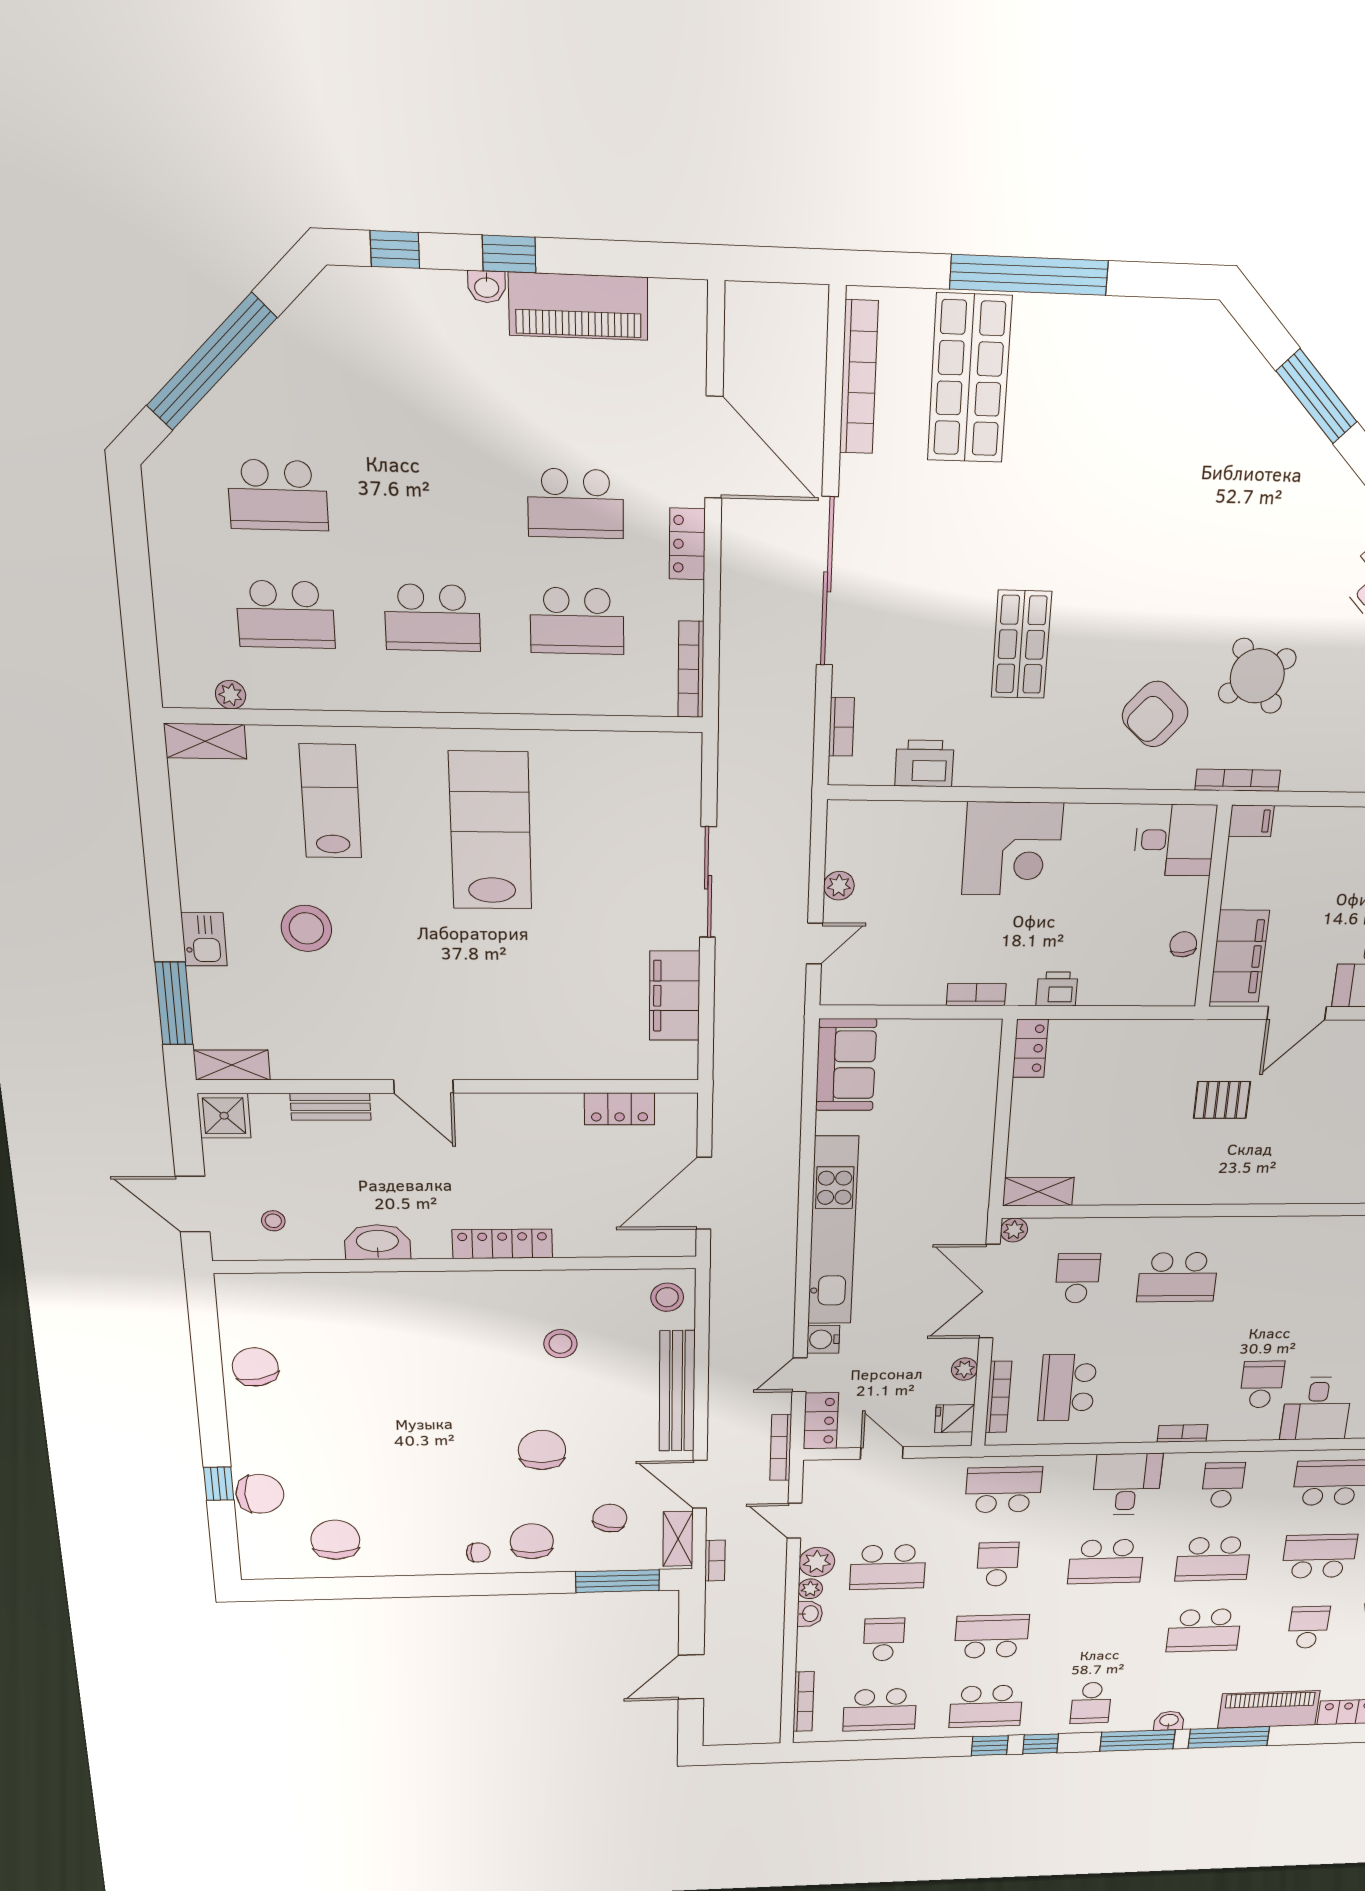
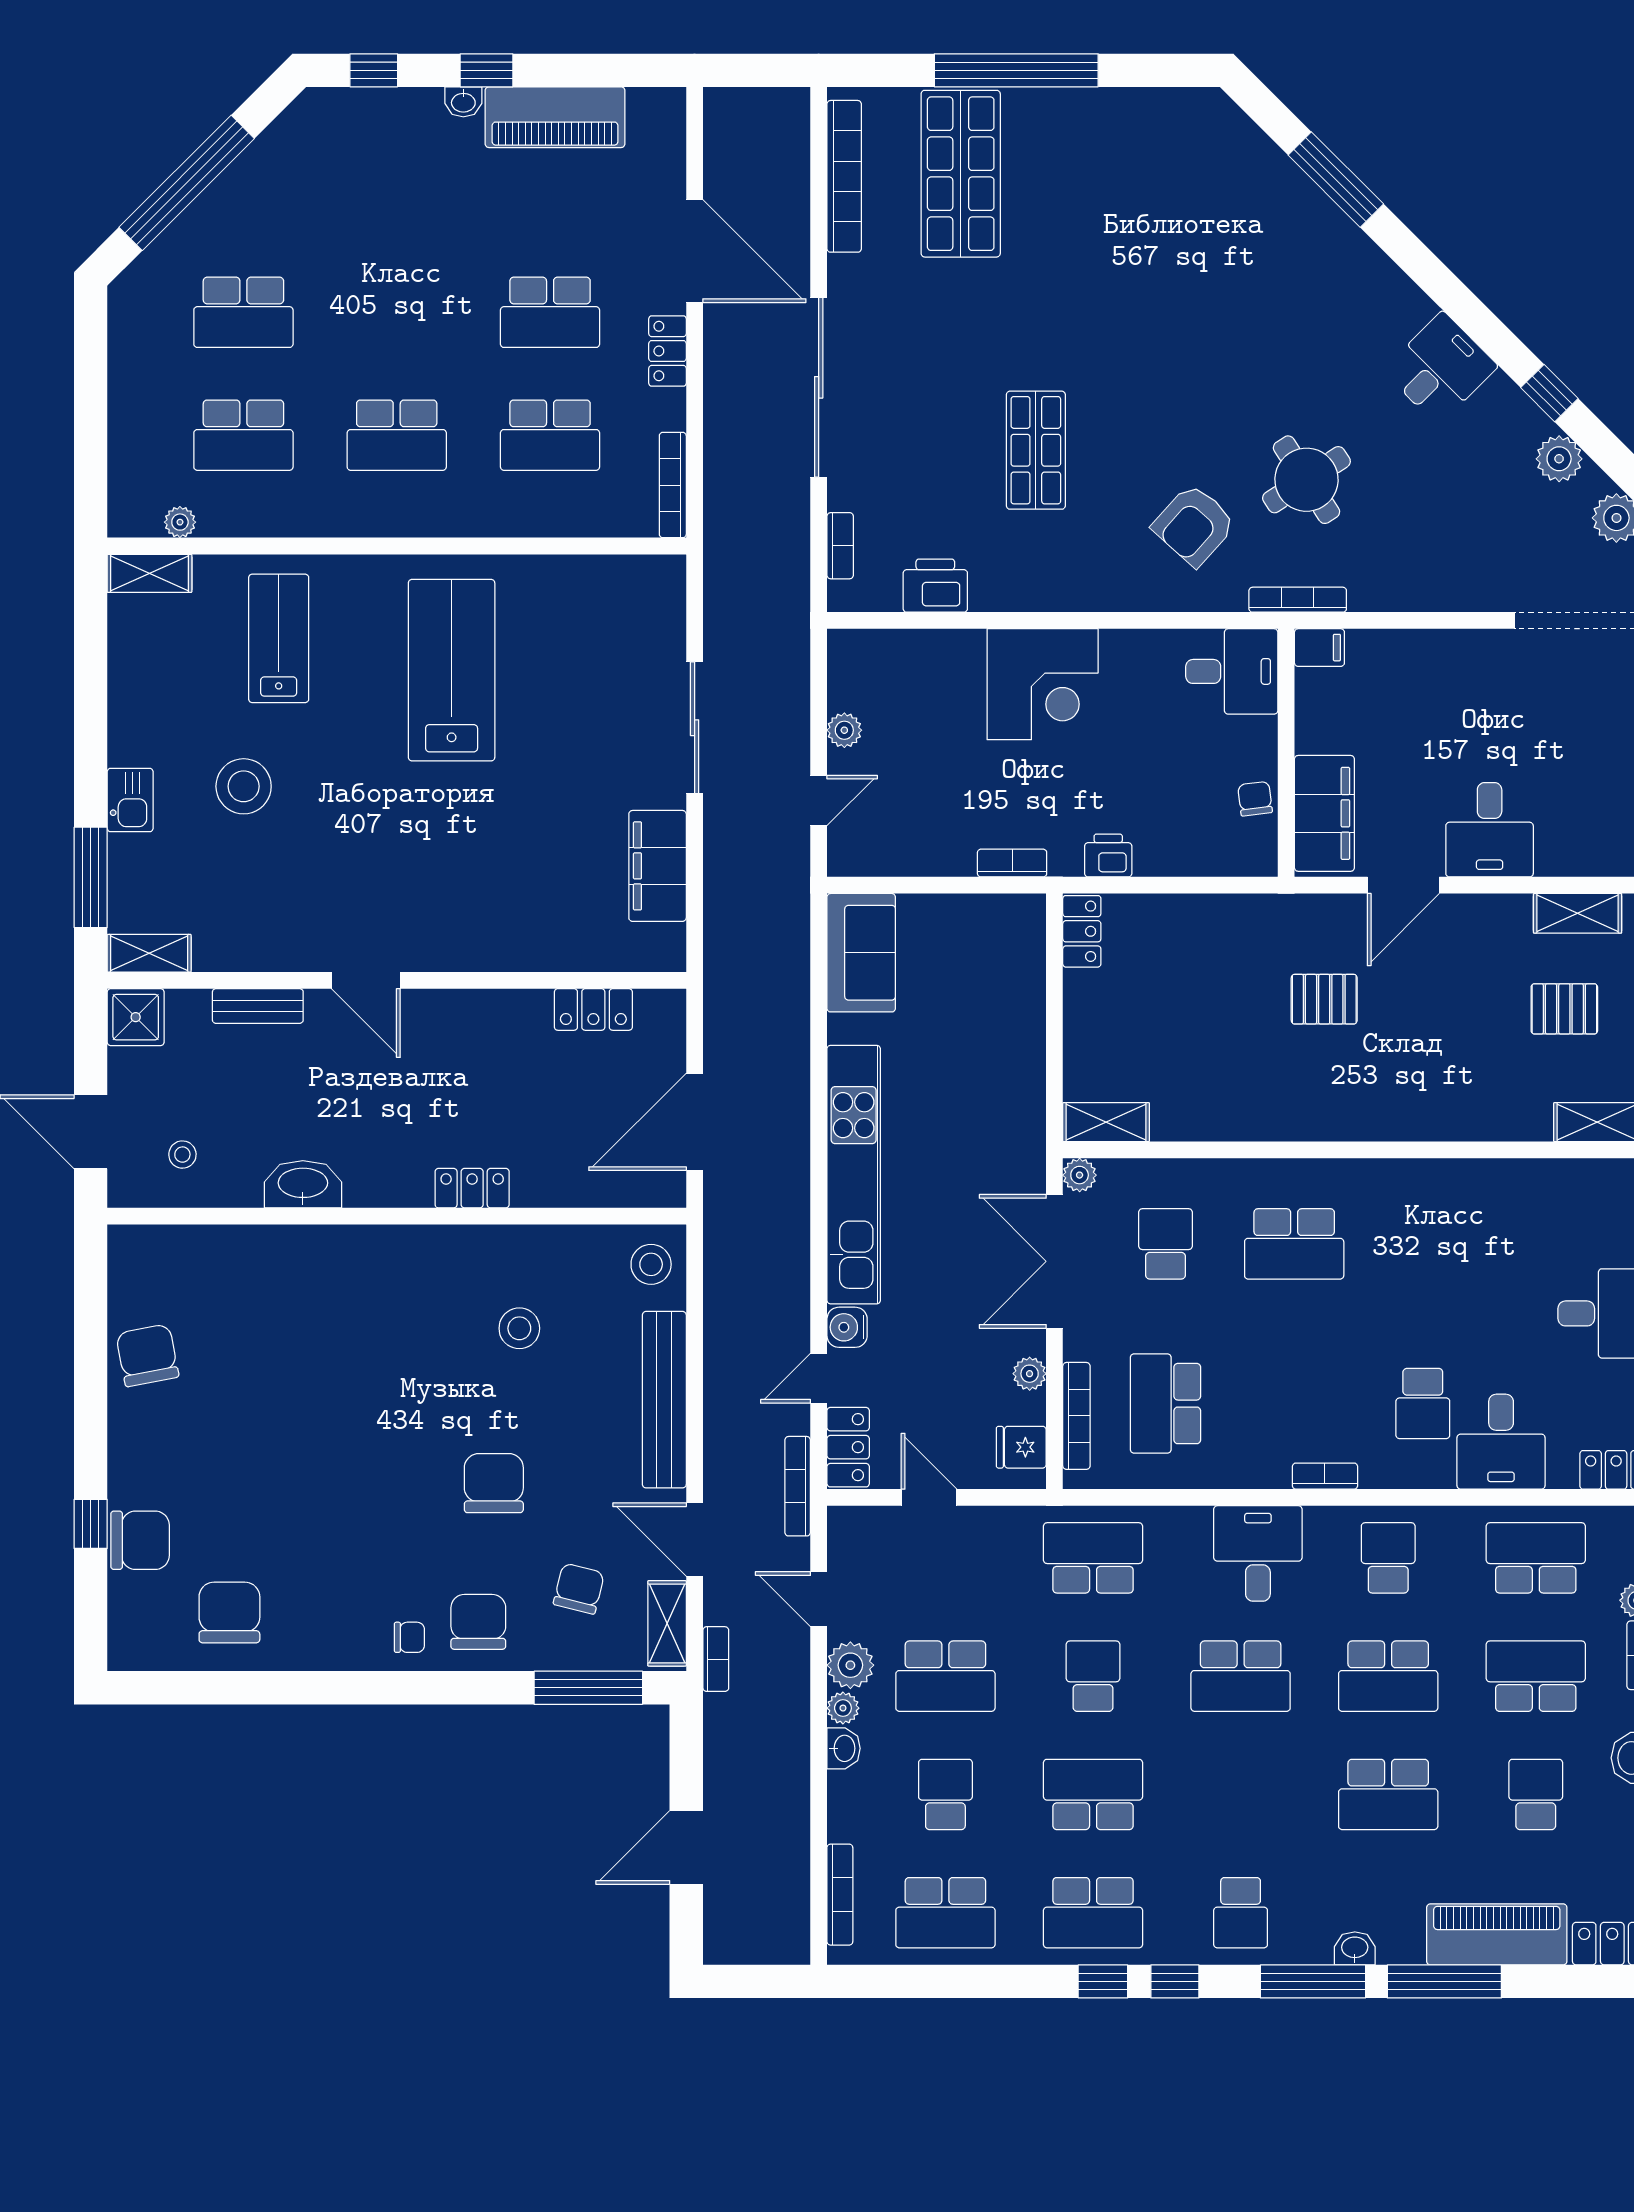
locker: (502, 1244) -> (472, 1188), width x0.66
school desk: (1262, 1384) -> (1423, 1404), turned 180

